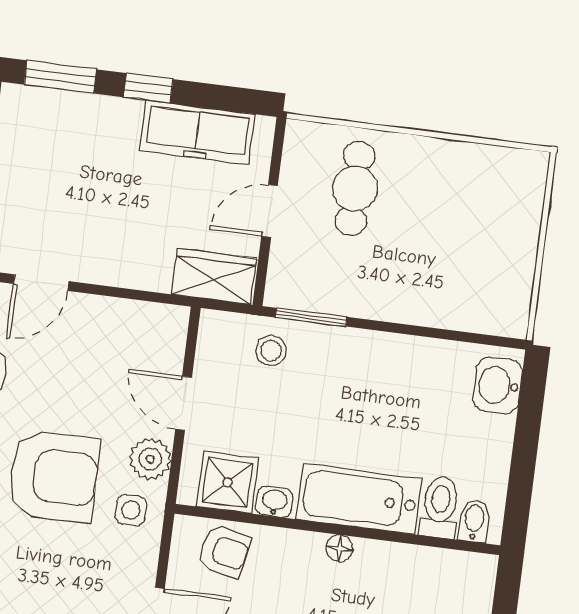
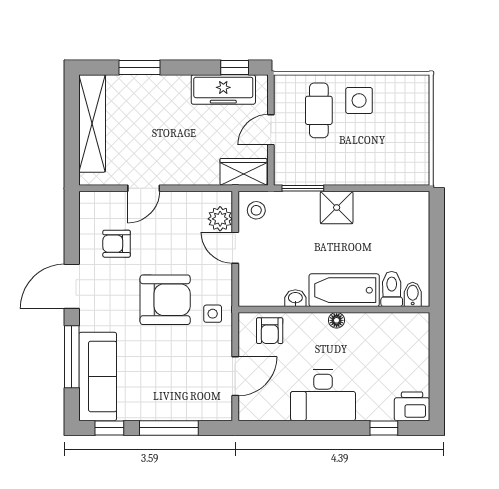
window: (148, 88) -> (235, 68), moved
side table: (425, 181) -> (359, 100), added
stool: (271, 351) -> (256, 210), moved
washbasin: (498, 385) -> (416, 214), removed
plant: (150, 459) -> (220, 219), moved
shower: (227, 482) -> (337, 208), moved
armchair: (224, 551) -> (270, 331), turned 79

